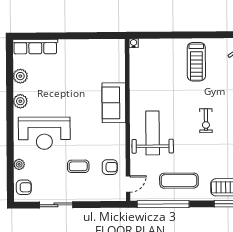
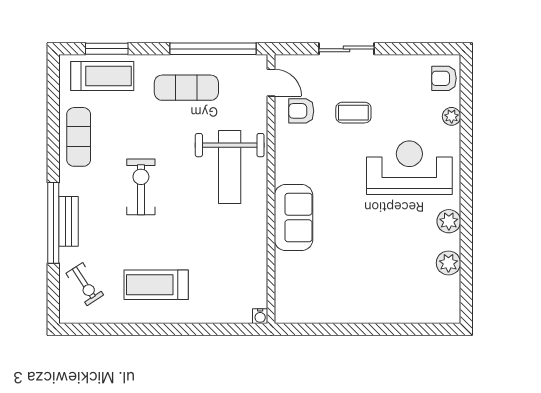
row of seats: (35, 47) -> (423, 312), removed
treadmill: (196, 62) -> (156, 285), turned -90
exercise bike: (206, 121) -> (141, 187), width x1.38, depth x1.39
door: (128, 184) -> (271, 83), swing flipped
sliding door: (56, 205) -> (347, 49), moved

